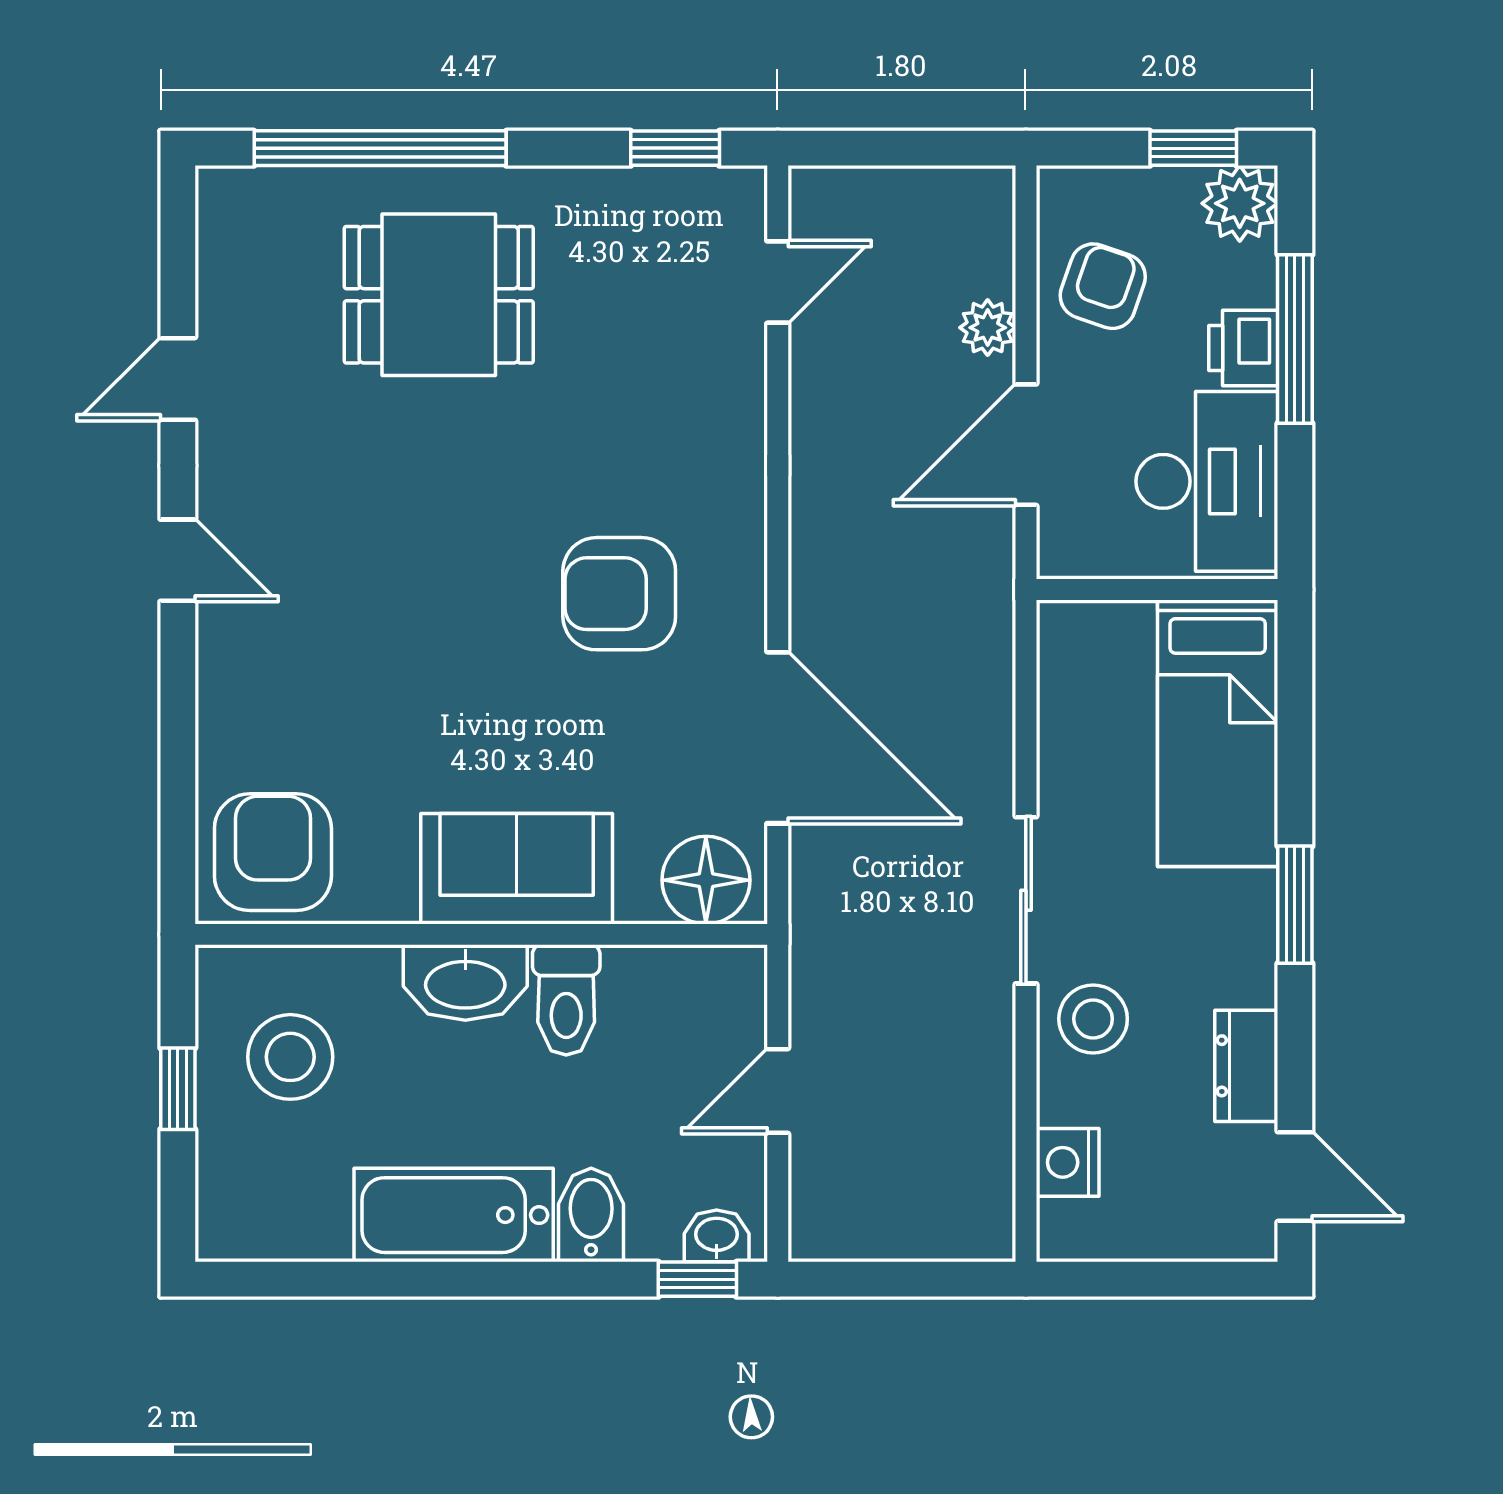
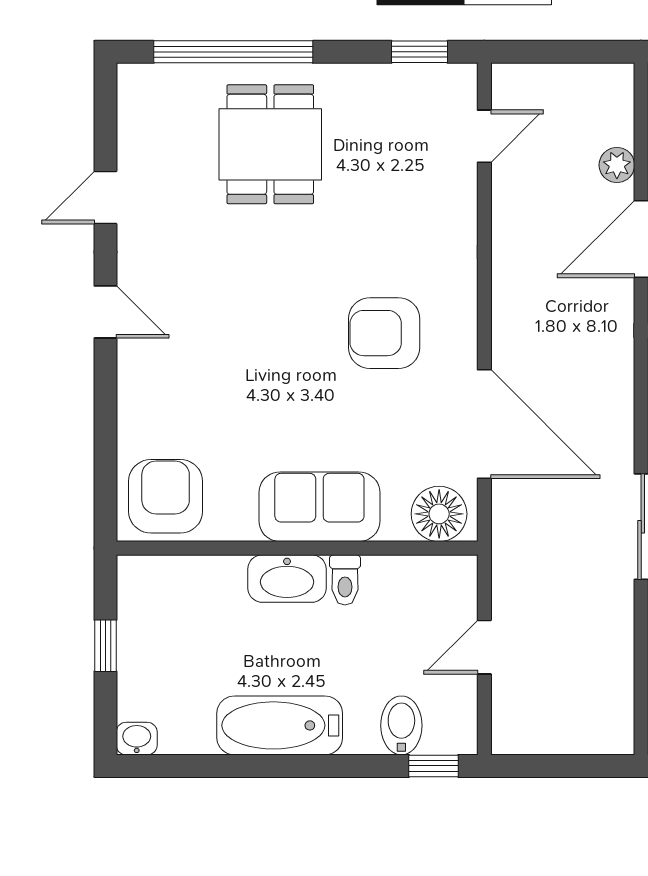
dining table: (439, 295) -> (270, 144), turned 90
toilet: (566, 1000) -> (345, 580), width x0.73, depth x0.72
stool: (290, 1057) -> (176, 626), removed
bidet: (591, 1215) -> (401, 725), moved
washbasin: (717, 1236) -> (137, 739), moved

